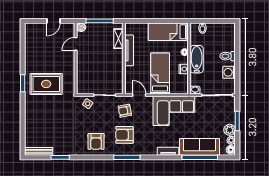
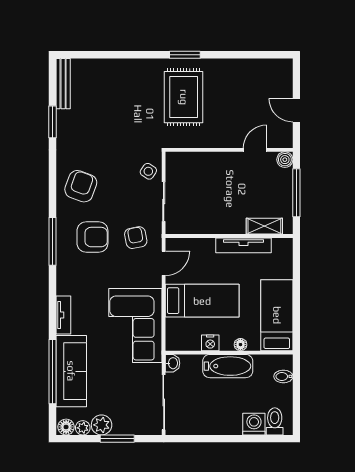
door: (76, 44) -> (255, 150), hinge flipped
toilet: (228, 56) -> (275, 421), moved
washing machine: (229, 72) -> (254, 424), moved
armchair: (124, 135) -> (92, 237), turned 90
armchair: (96, 141) -> (81, 186), turned 110

